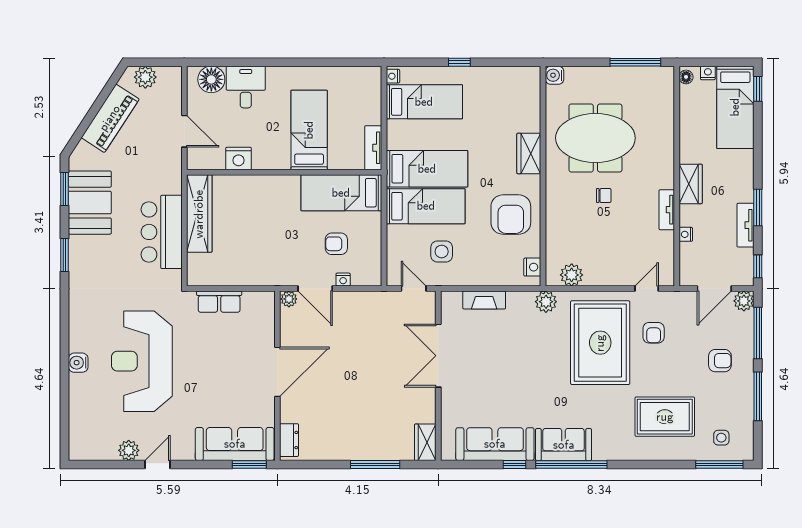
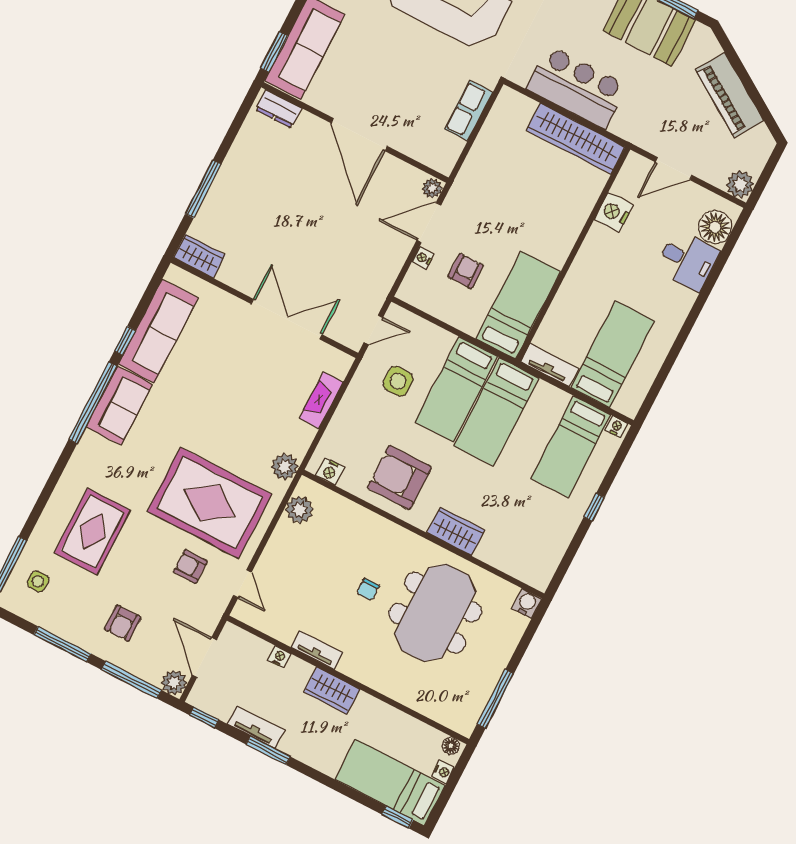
plant: (145, 77) -> (740, 184), moved
bed: (309, 130) -> (613, 354), moved, turned -90

